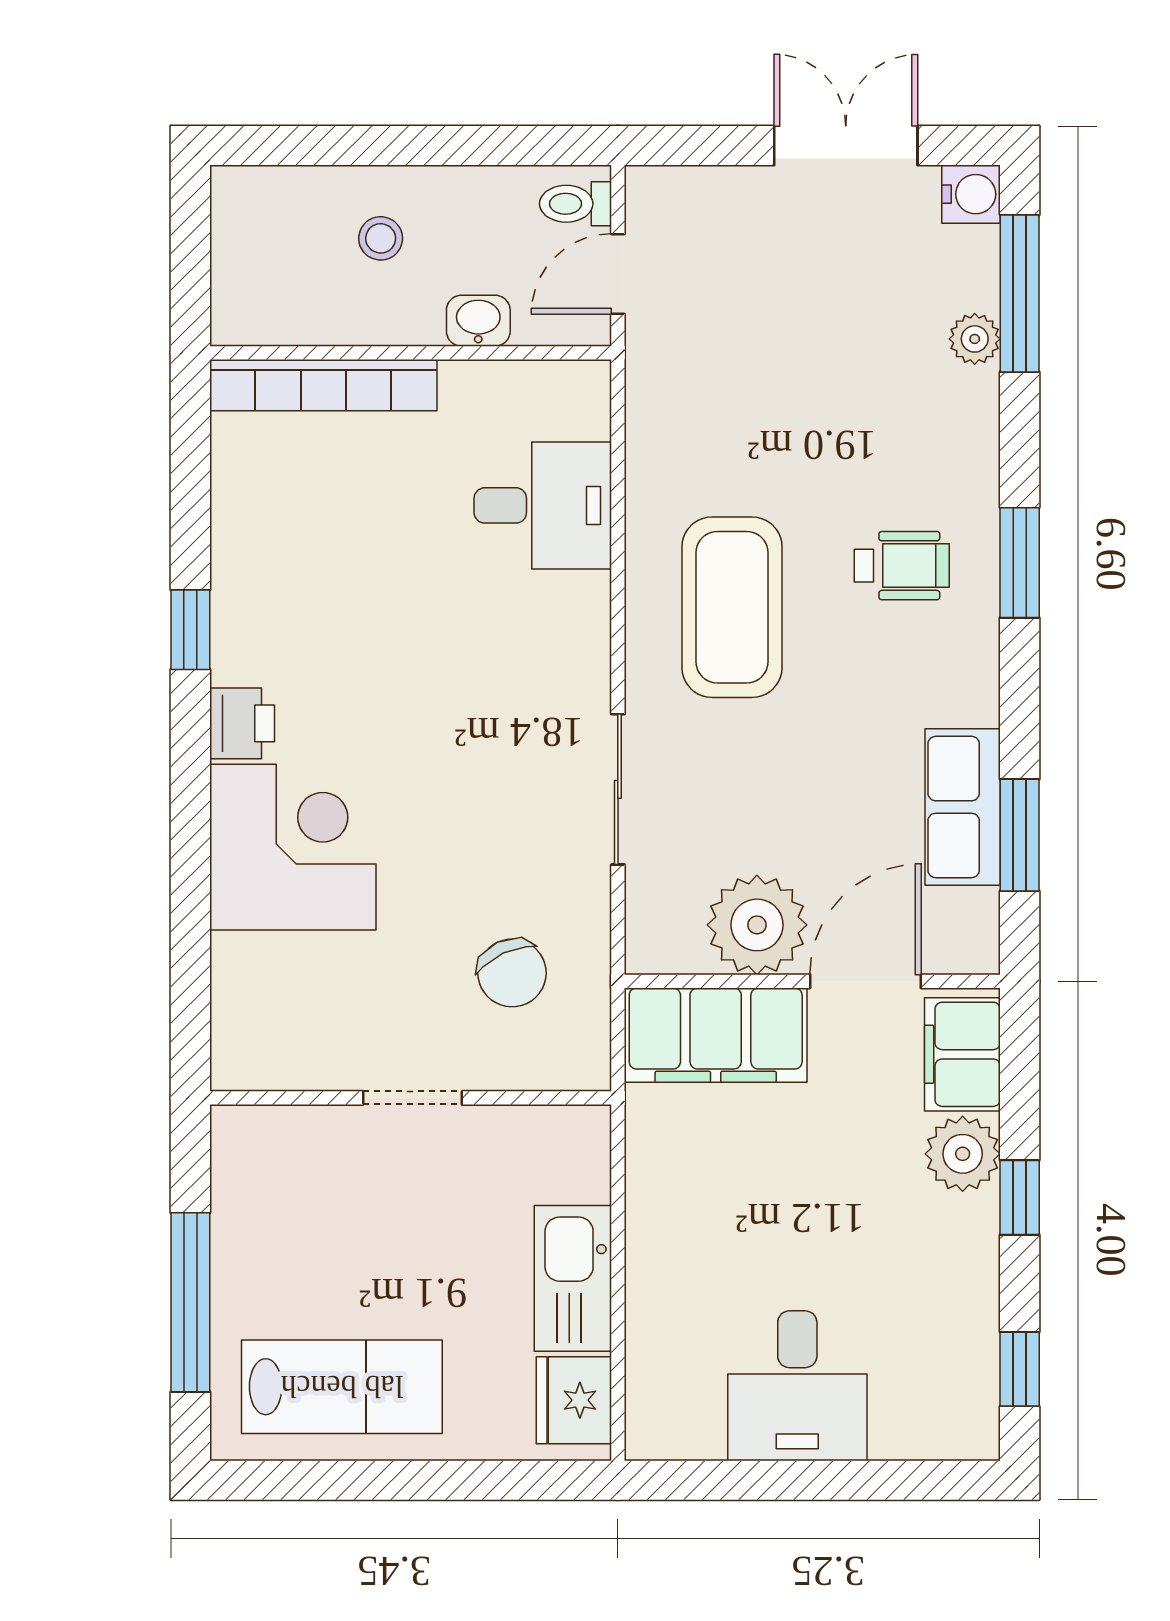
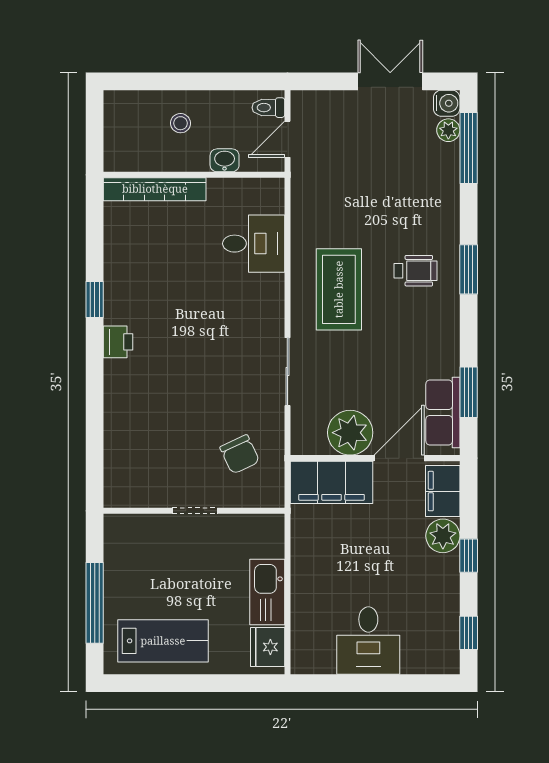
plant: (975, 339) -> (448, 130), moved
row of seats: (963, 807) -> (443, 413), moved
corner desk: (293, 847) -> (141, 398), removed

